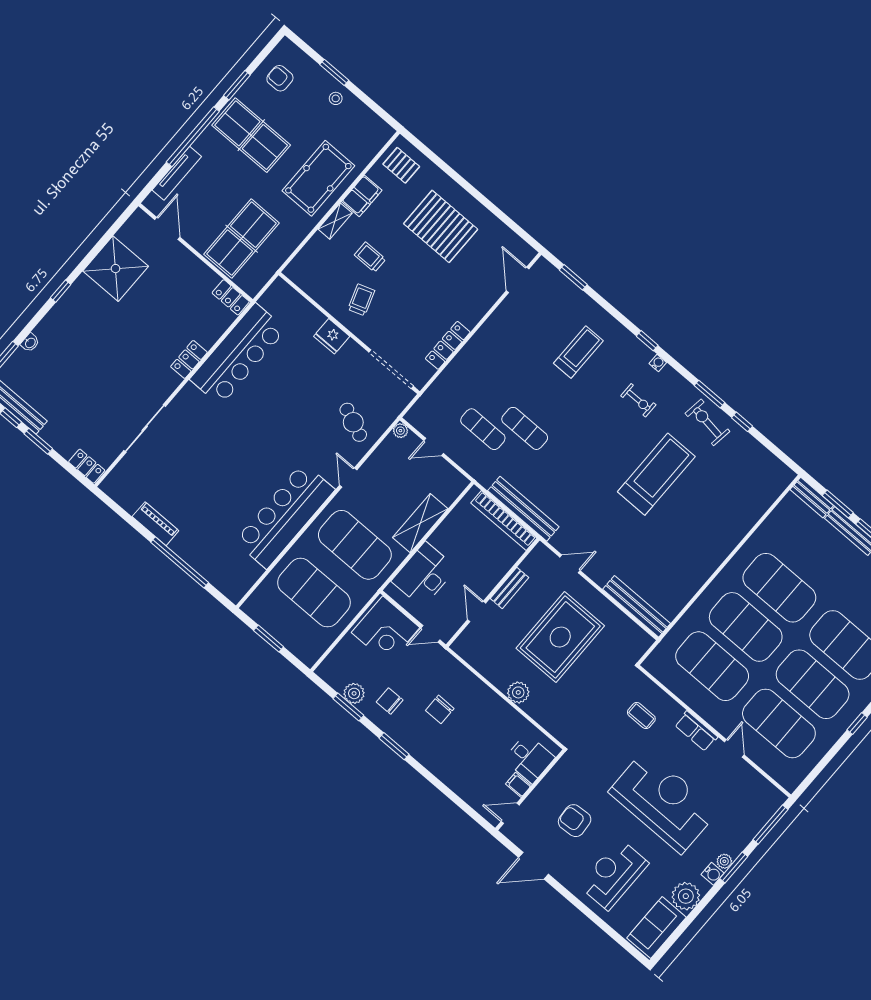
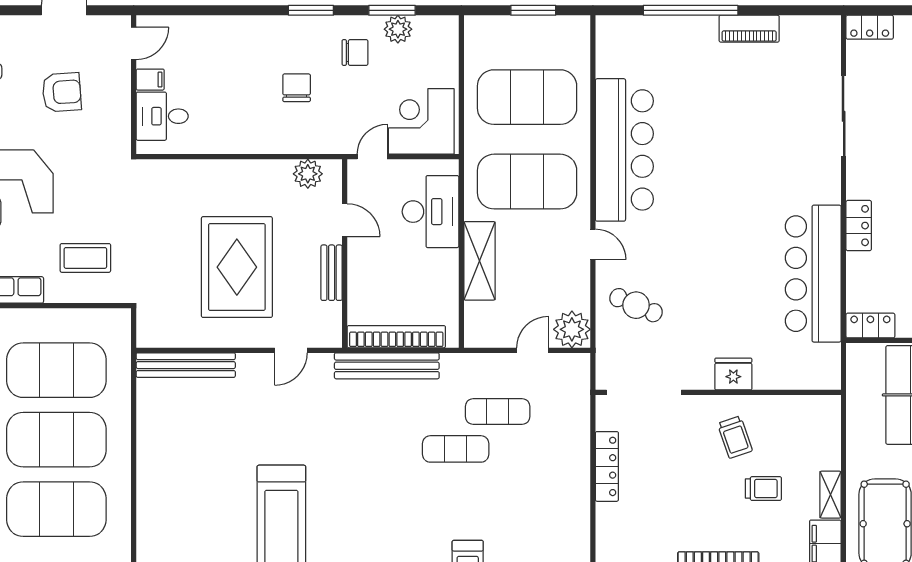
plant: (400, 431) -> (572, 329), width x1.88, depth x1.88
plant: (518, 692) -> (308, 174), moved
coffee table: (641, 716) -> (85, 258), width x1.36, depth x1.30

